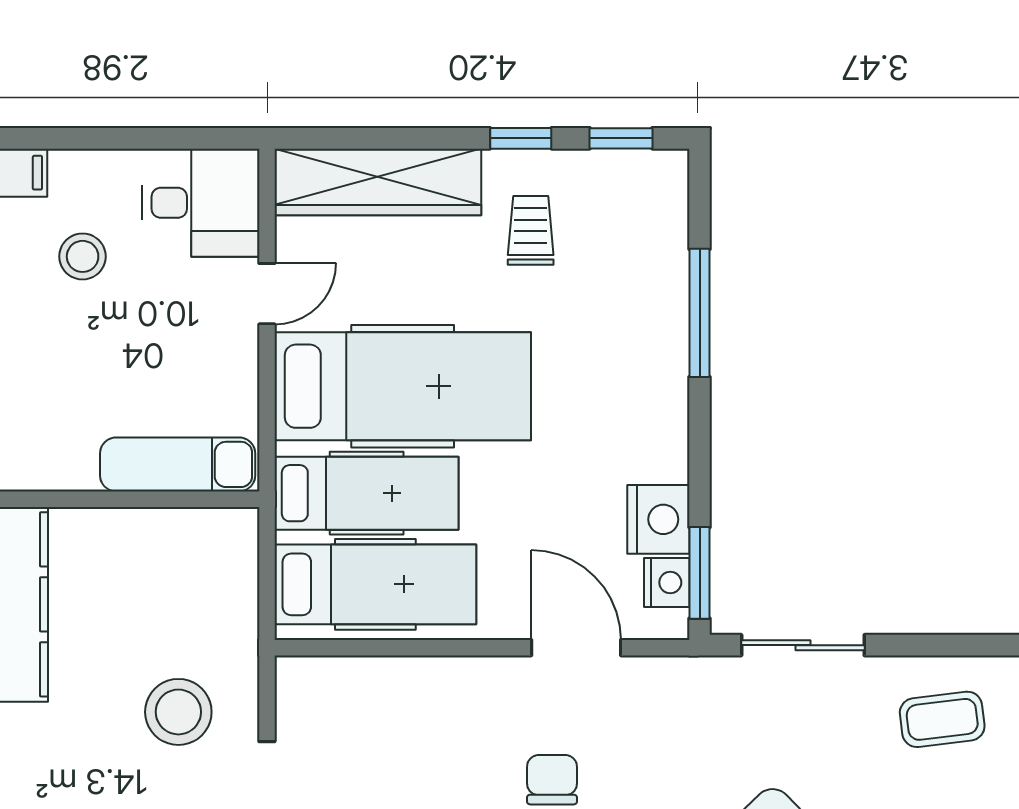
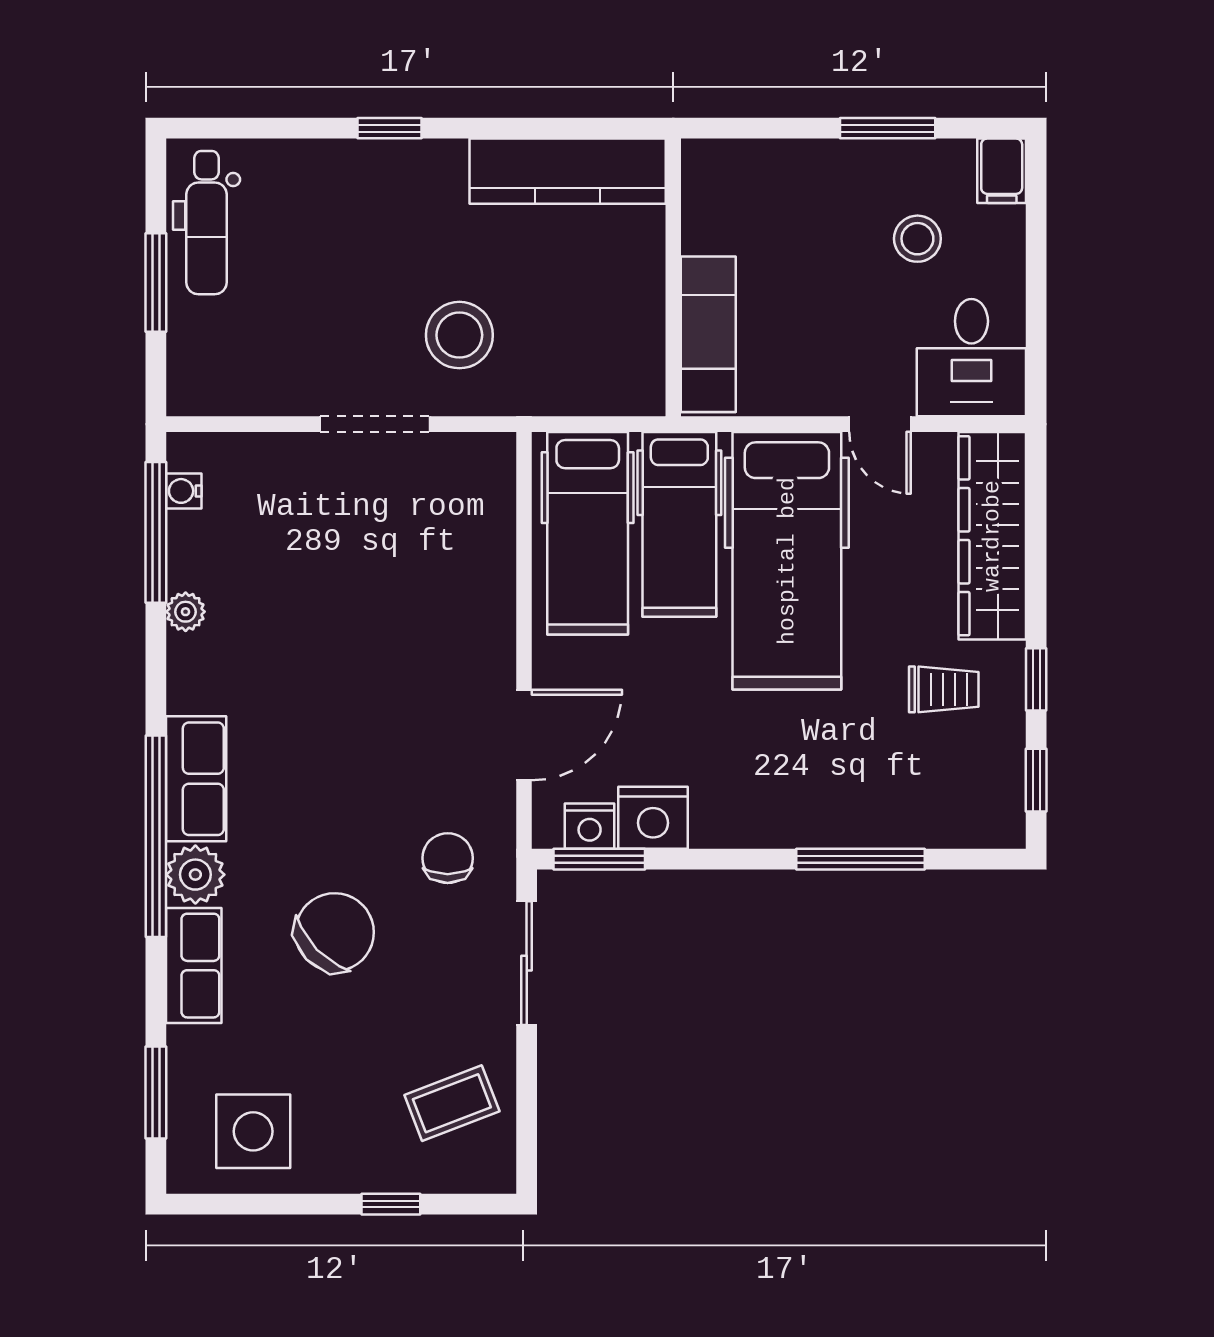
coffee table: (942, 719) -> (452, 1103), turned 76
chair: (552, 780) -> (448, 858), moved, turned -90

